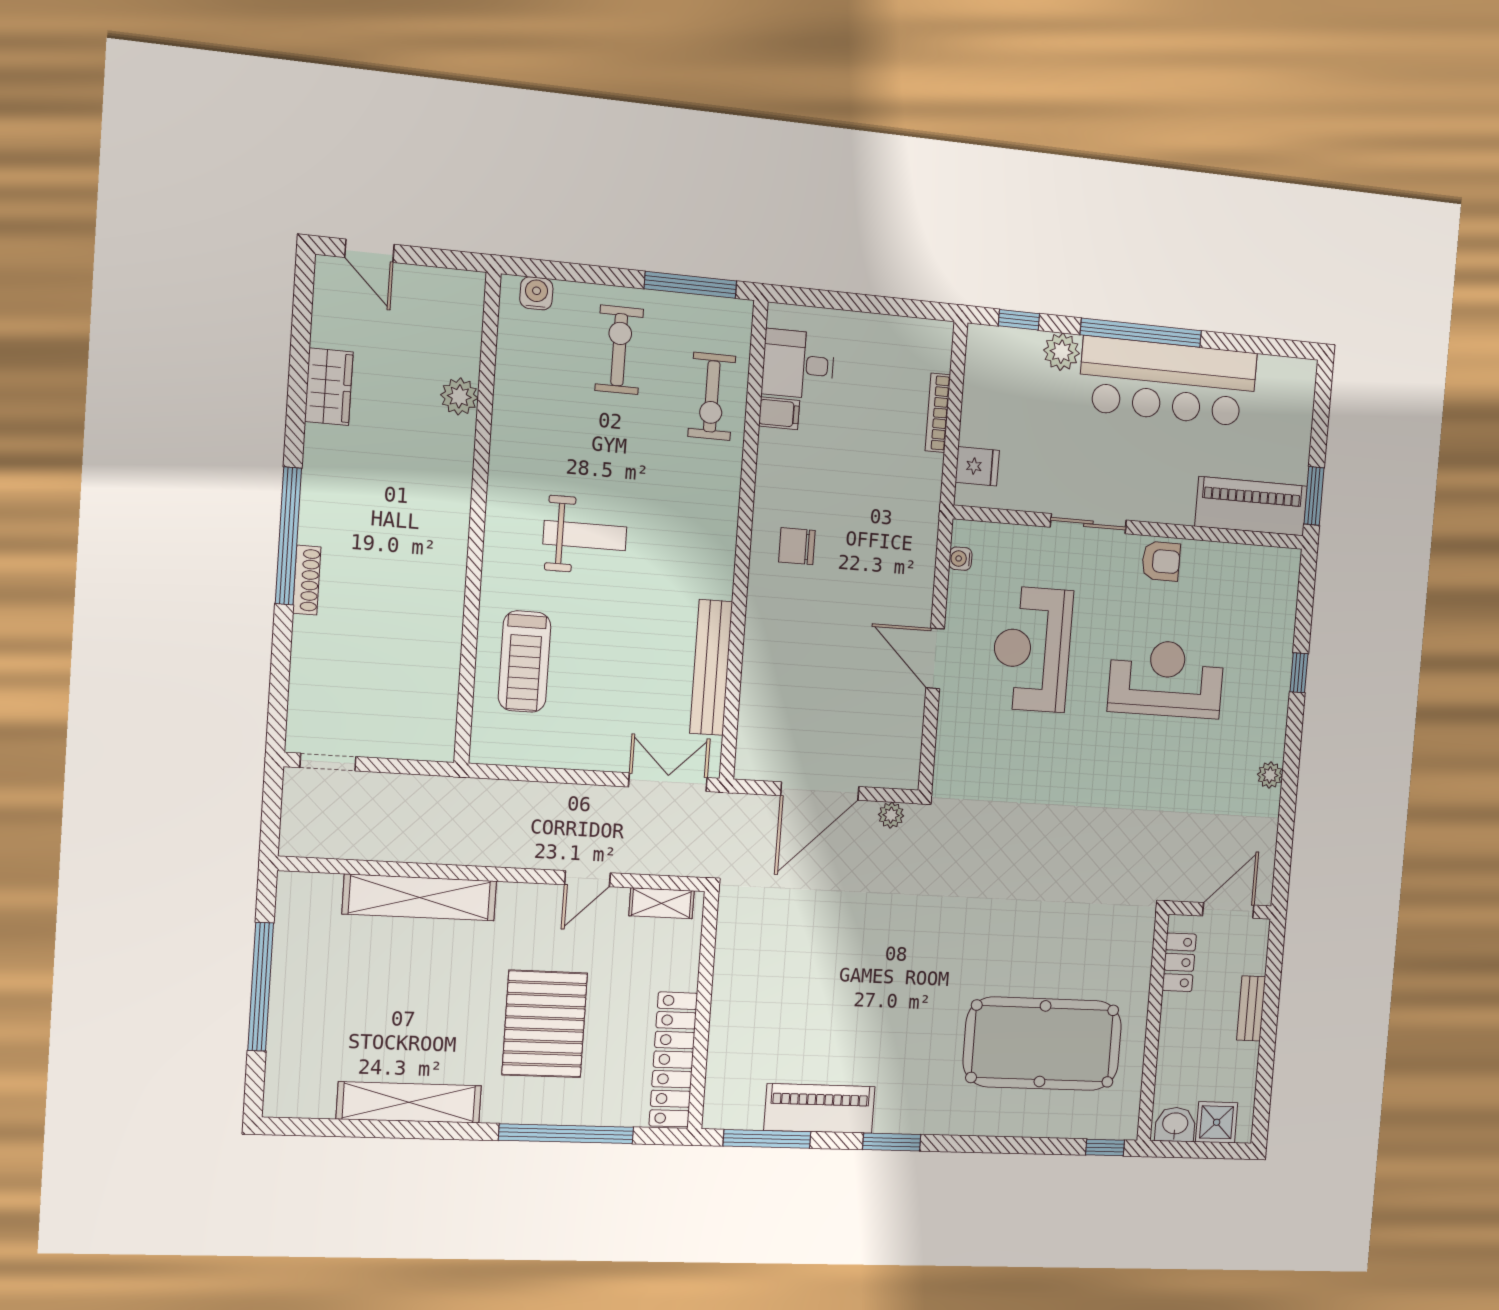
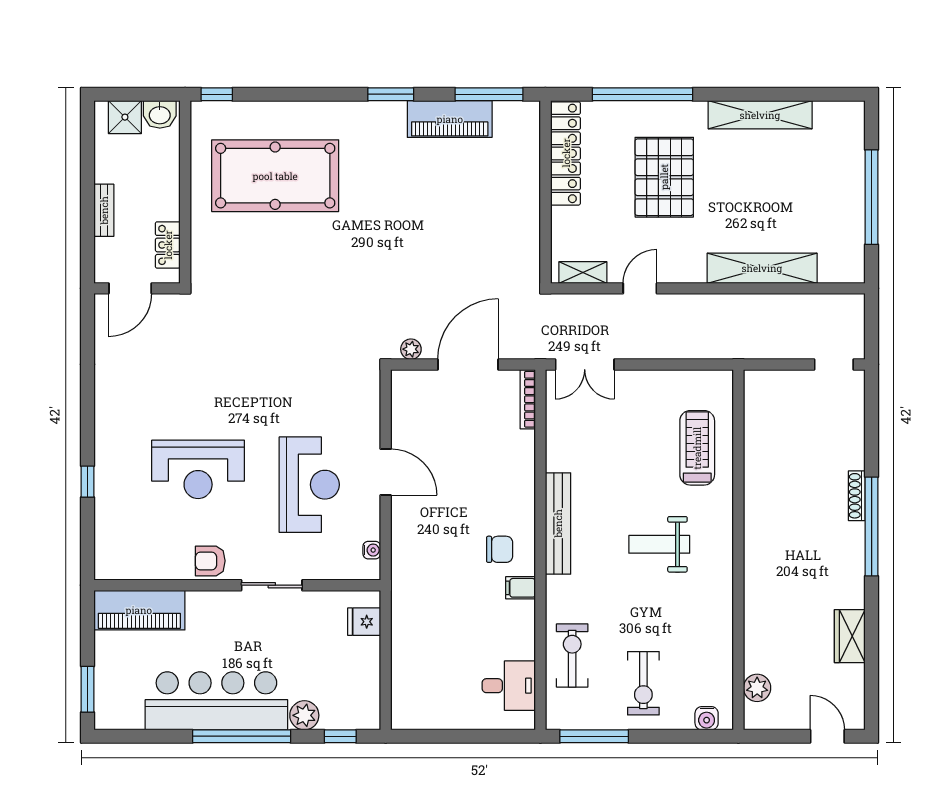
plant: (459, 396) -> (757, 688), moved
filing cabinet: (779, 413) -> (521, 588), moved
bookcase: (938, 413) -> (528, 399), moved, turned 180
window: (1314, 496) -> (87, 689), moved
bench: (711, 667) -> (558, 523), moved
plant: (1270, 775) -> (105, 399), removed

